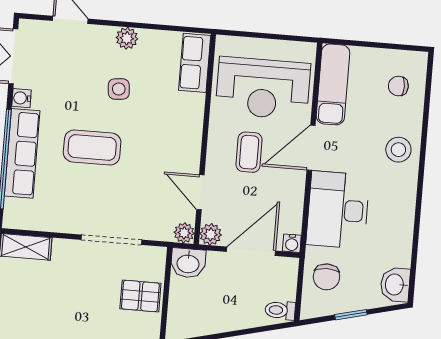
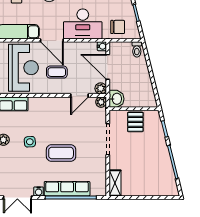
coffee table: (92, 147) -> (61, 153), turned 90

